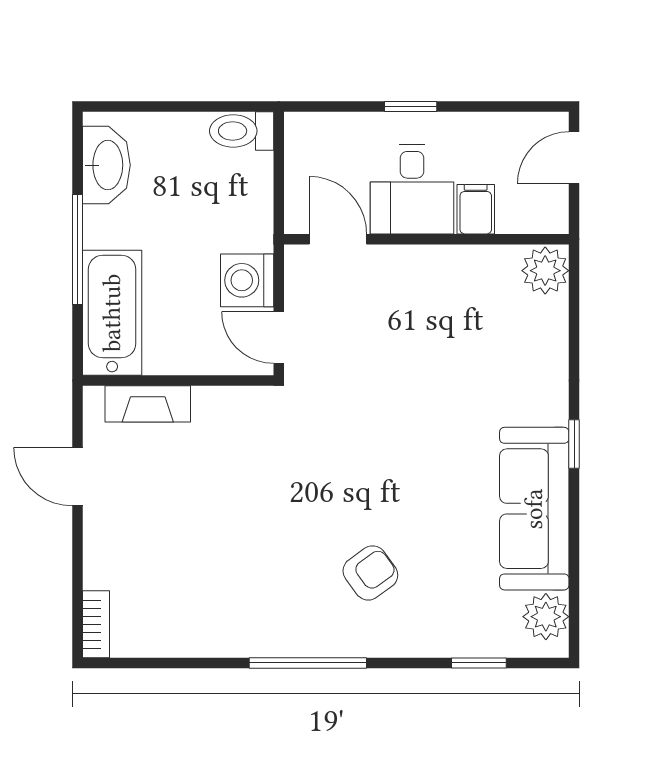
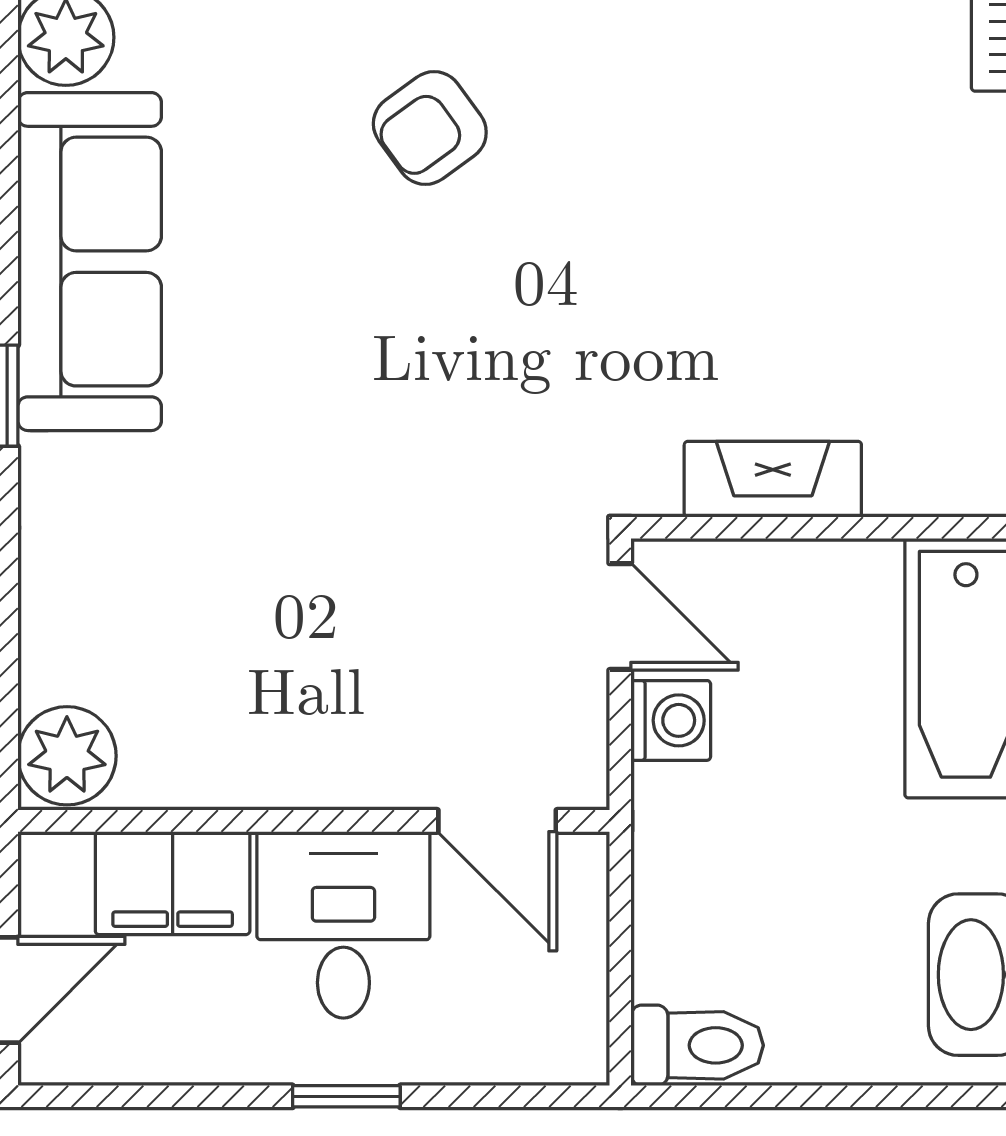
filing cabinet: (476, 209) -> (173, 883), width x2.00
washing machine: (247, 280) -> (671, 720), width x0.73, depth x0.73
fireplace: (148, 404) -> (773, 479), moved

